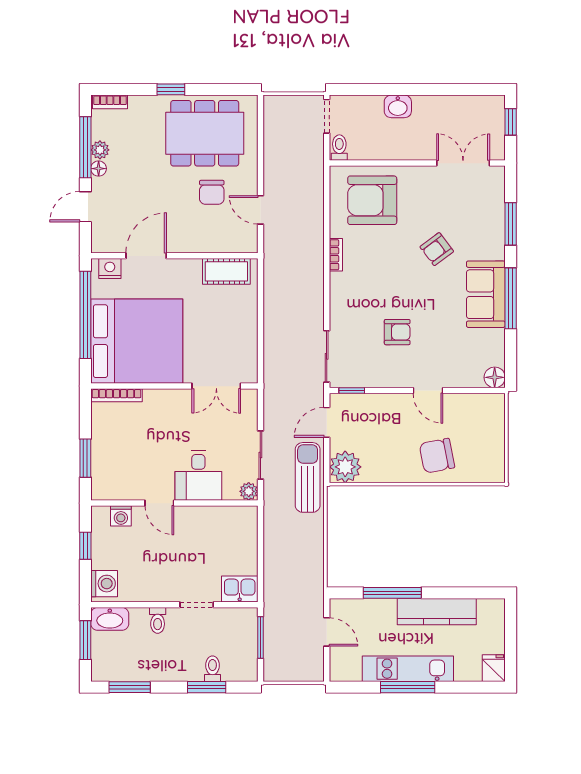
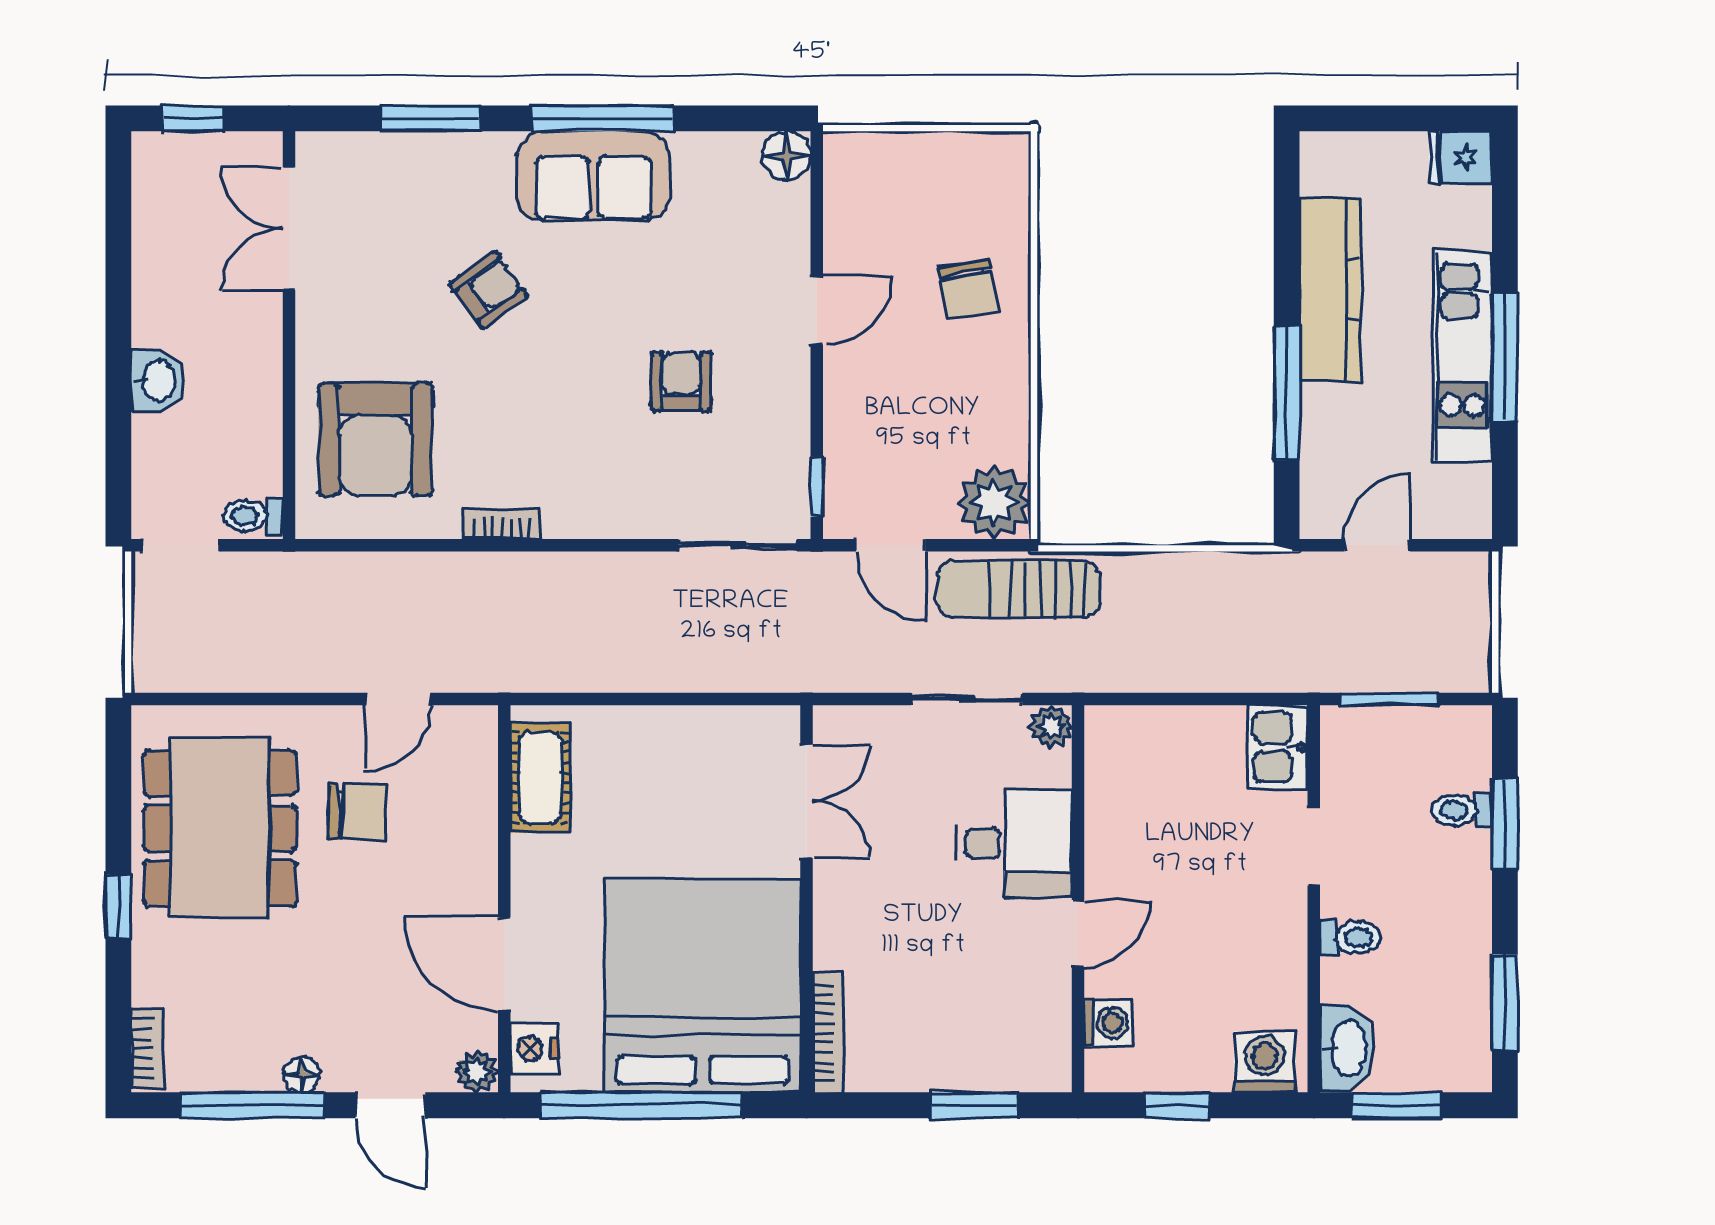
plant: (100, 150) -> (477, 1071), moved
armchair: (437, 249) -> (489, 290), turned -89
chair: (437, 456) -> (968, 289), width x0.73, depth x0.73

